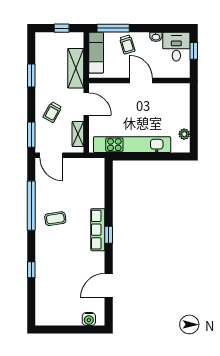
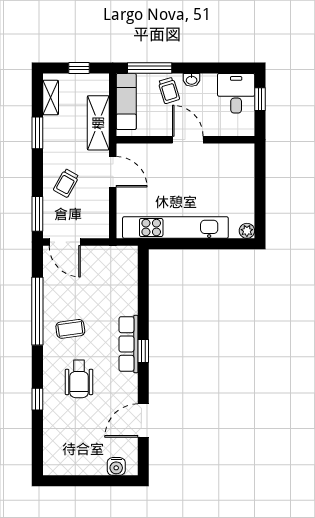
washbasin: (156, 37) -> (192, 80), moved
shelving: (78, 134) -> (51, 98), moved
plant: (184, 134) -> (247, 231), moved
wheelchair: (62, 255) -> (79, 379), added

